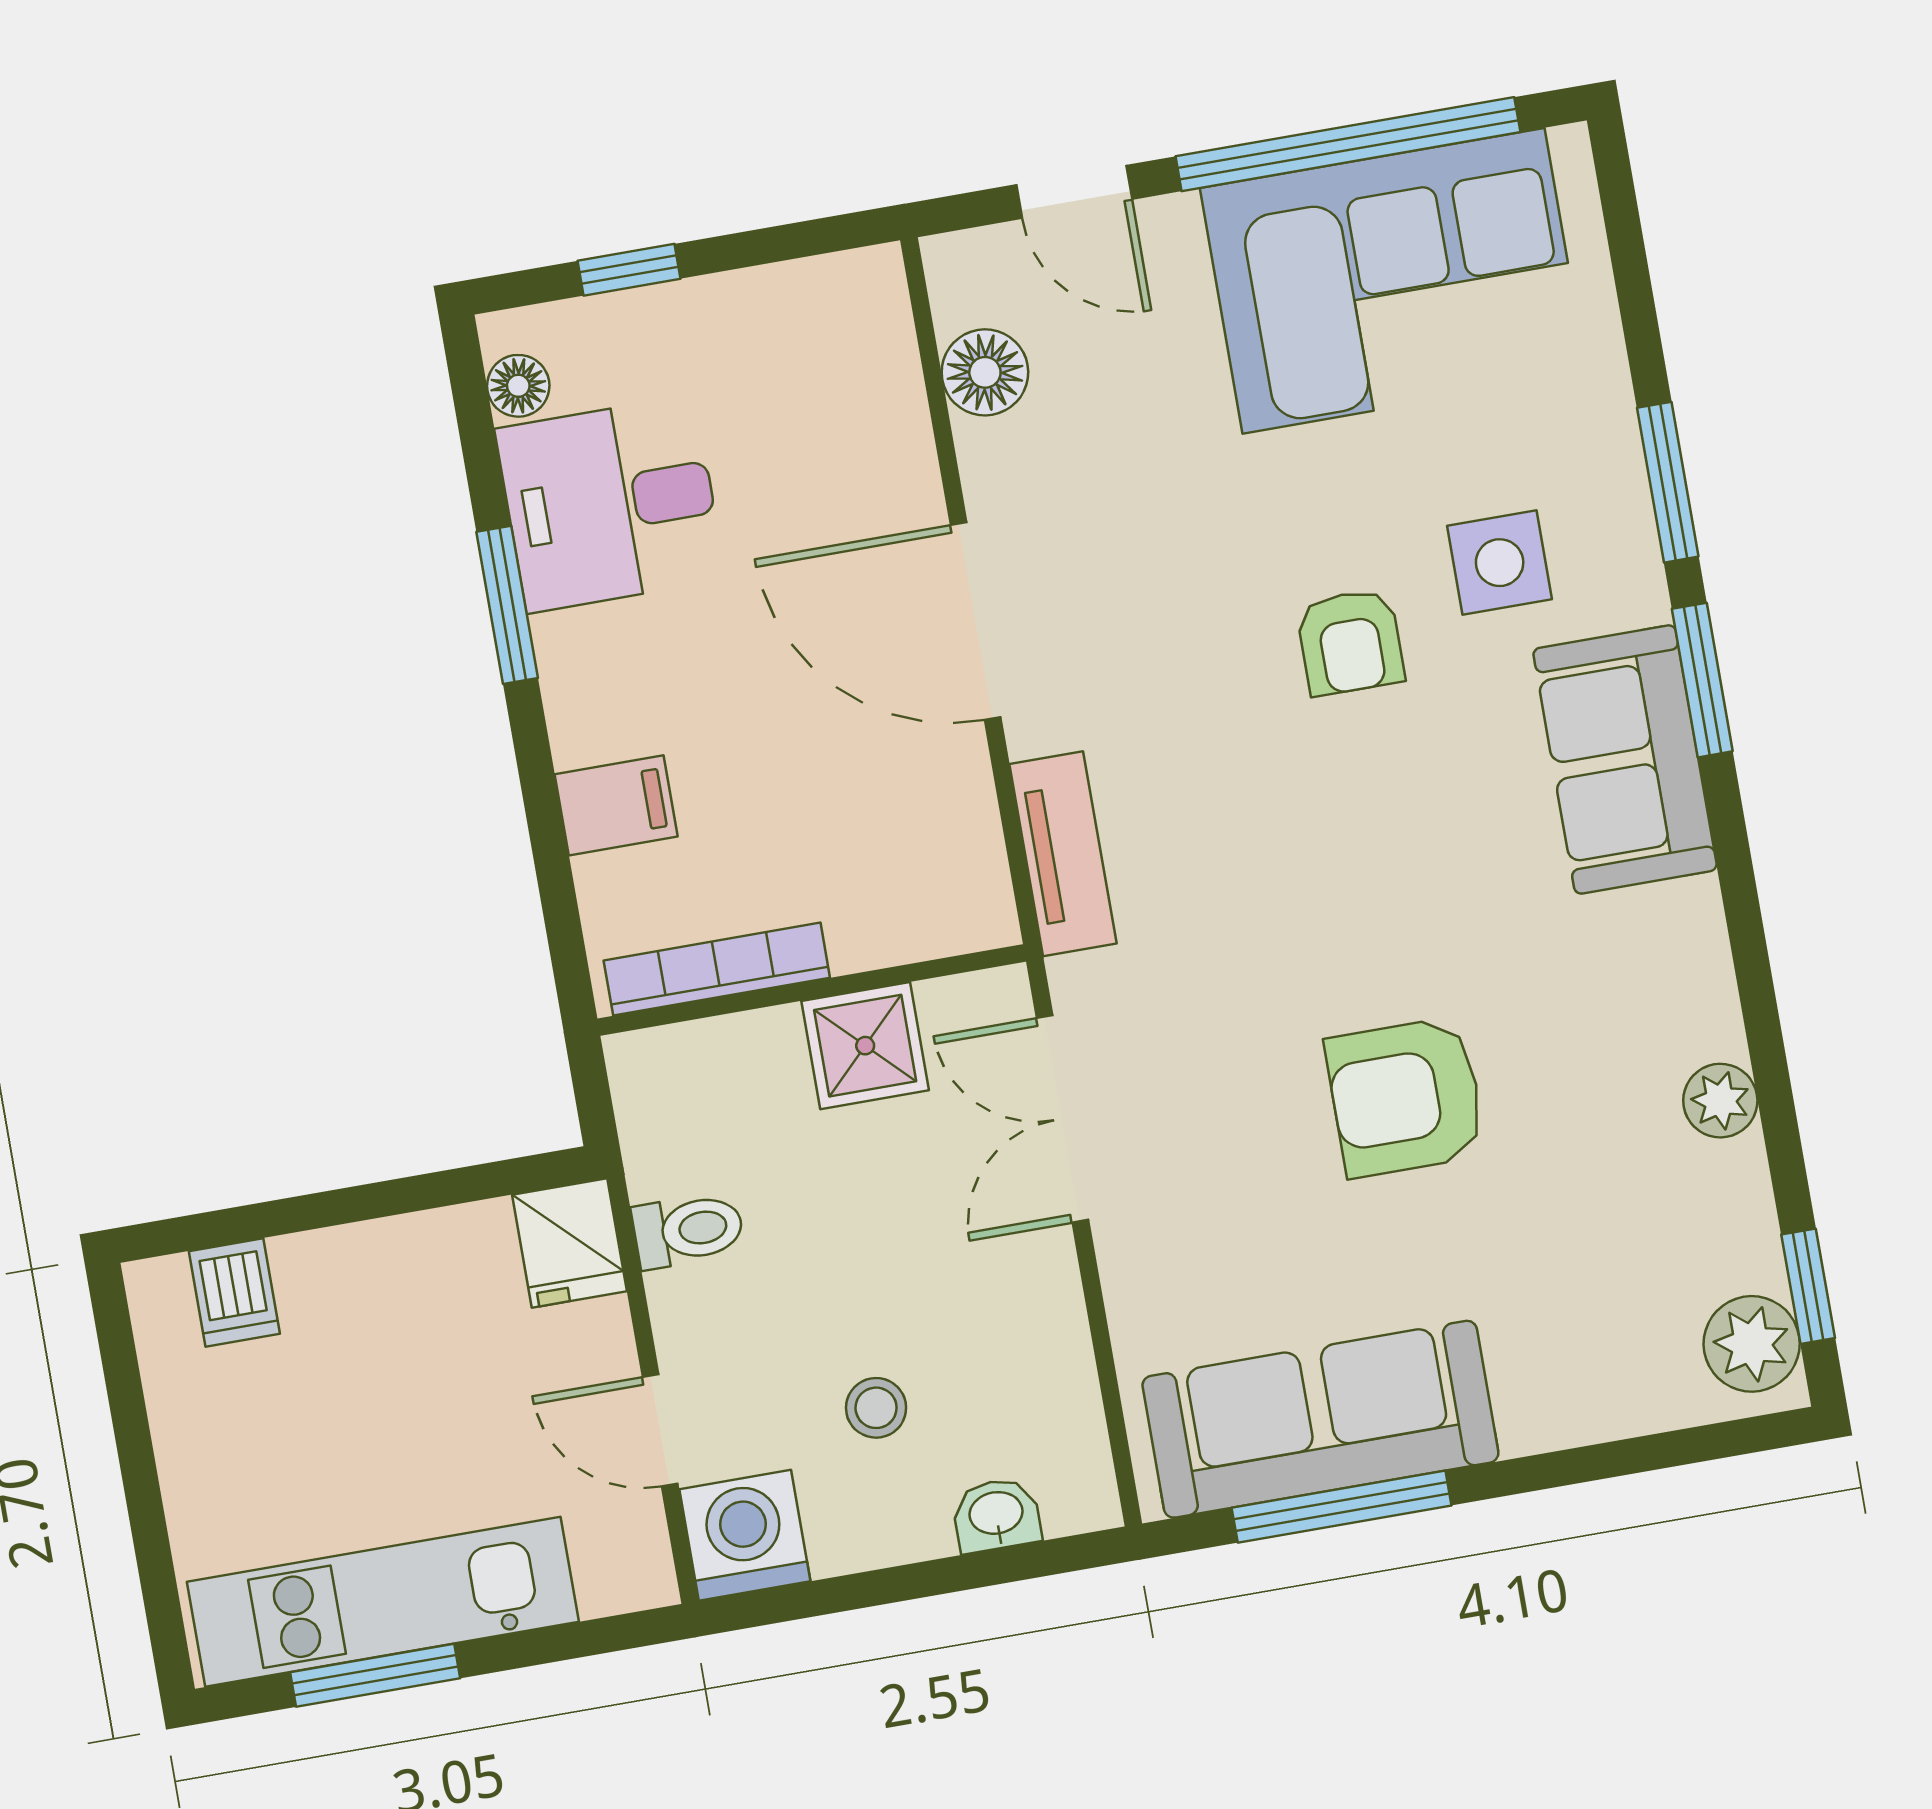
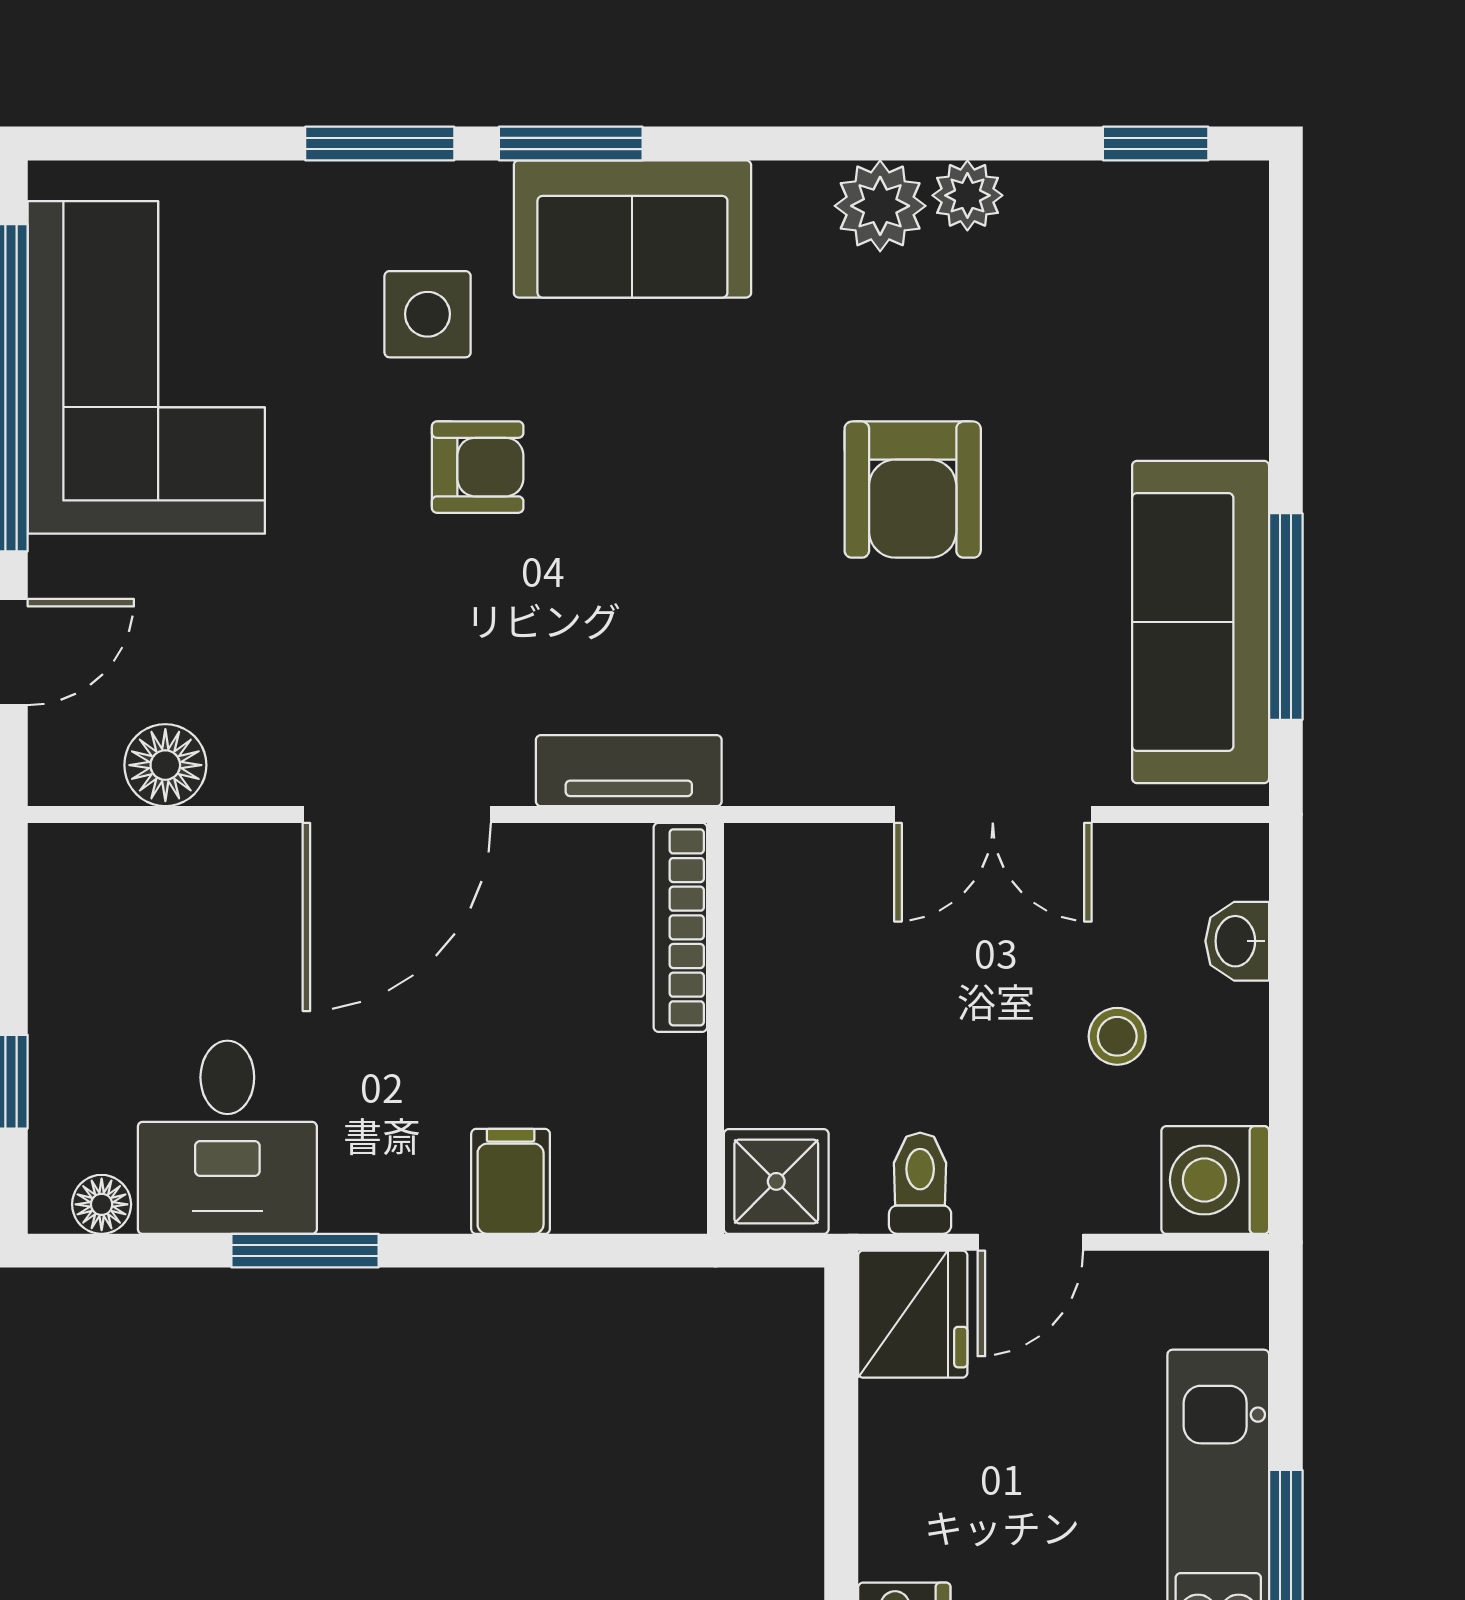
bookcase: (717, 969) -> (680, 927), moved
shower: (865, 1046) -> (776, 1181), moved
double door: (1063, 1119) -> (993, 814), moved
fridge: (570, 1243) -> (913, 1314), width x1.38
plant: (1752, 1344) -> (880, 206), moved
door: (660, 1430) -> (1030, 1242), moved

